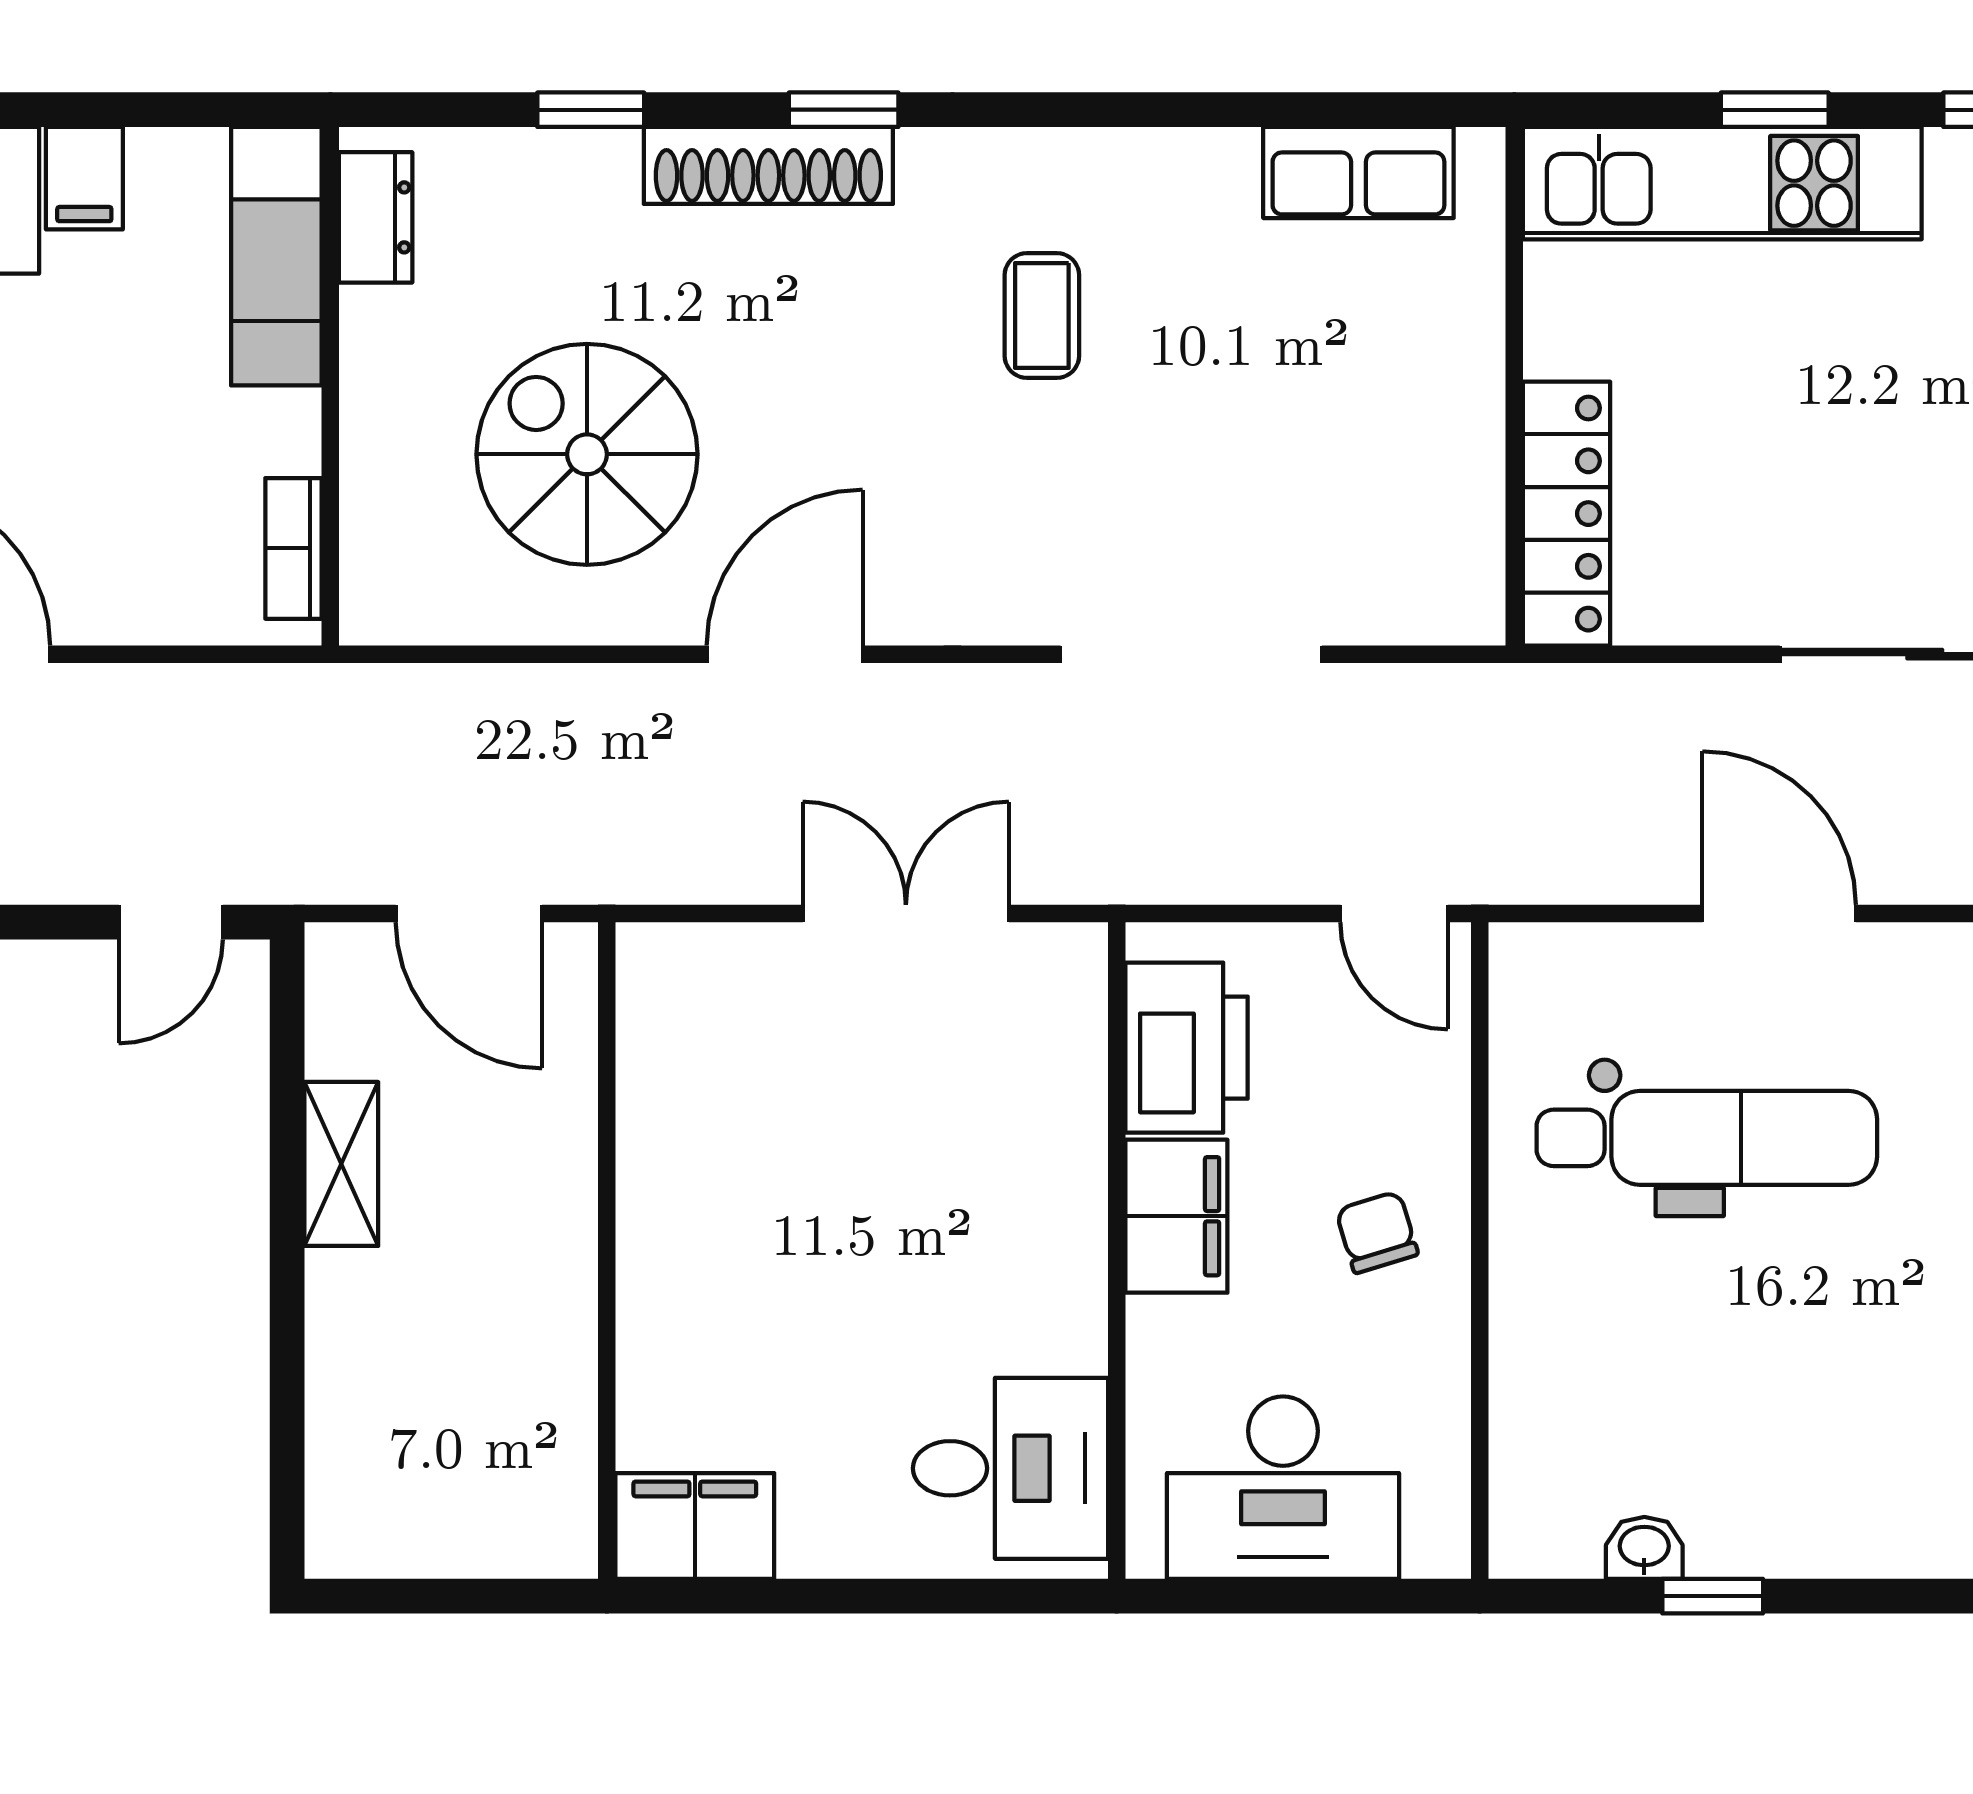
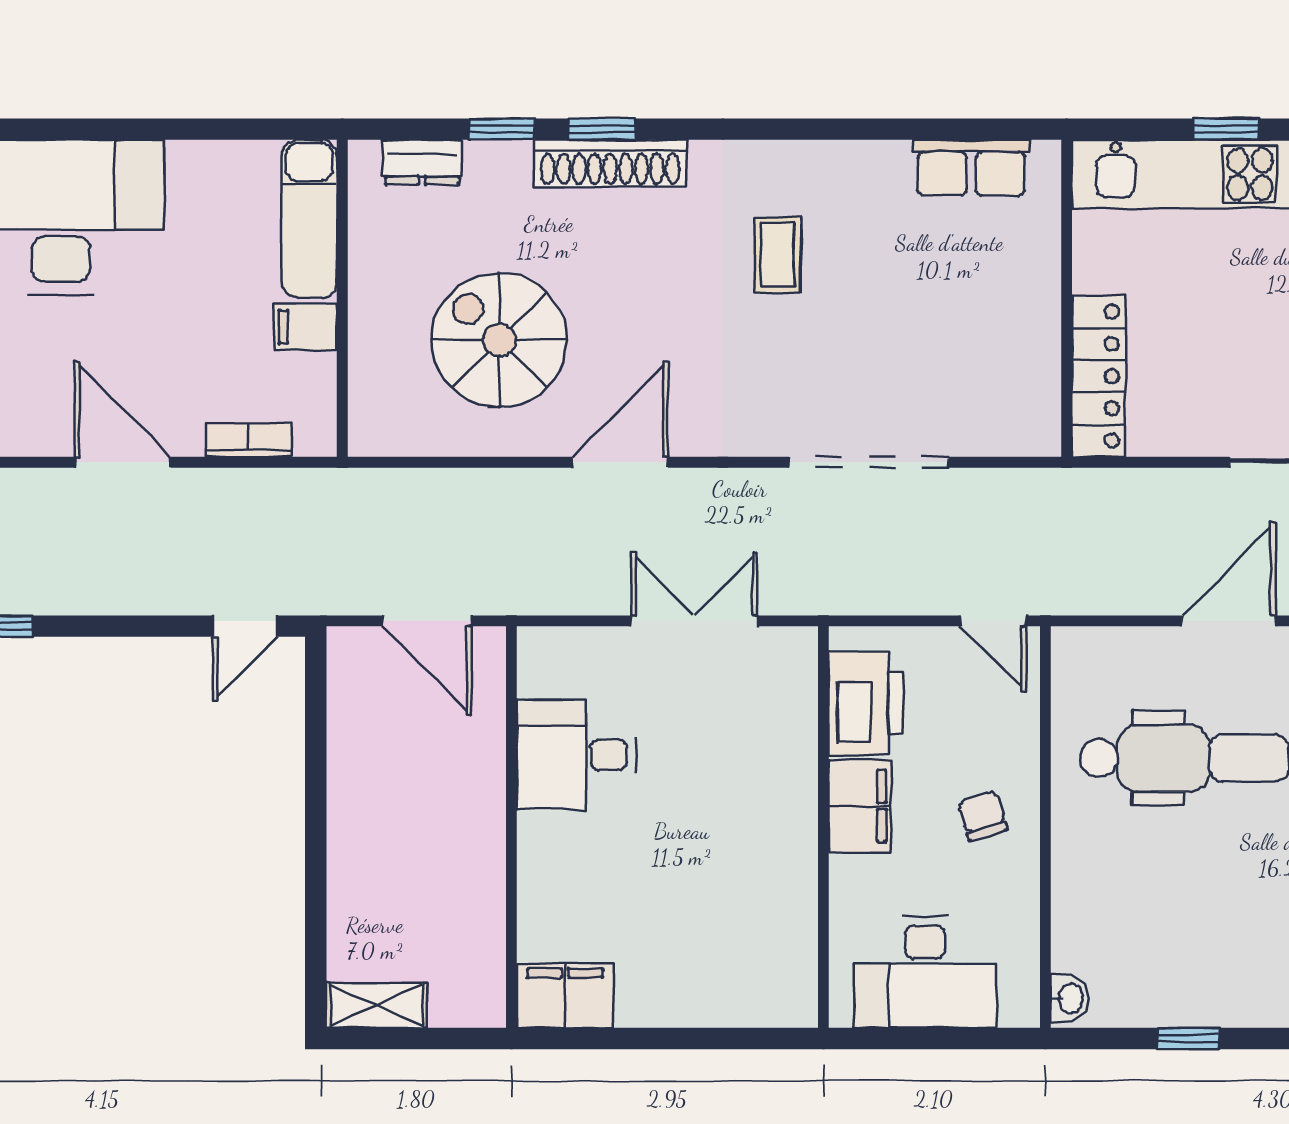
window: (844, 110) -> (602, 129), moved
filing cabinet: (84, 178) -> (306, 327), moved, turned 90
dresser: (376, 217) -> (422, 162), moved, turned 90
bookcase: (294, 548) -> (249, 440), moved, turned 90
door: (1779, 913) -> (1229, 621), hinge flipped
shelving: (341, 1164) -> (377, 1005), moved, turned 90
desk: (1010, 1468) -> (576, 755), moved, turned 180
washbasin: (1644, 1548) -> (1070, 998), moved, turned 90

